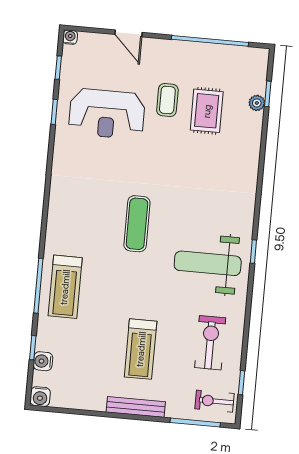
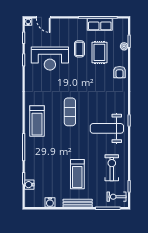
door: (129, 33) -> (43, 17), moved
row of seats: (212, 55) -> (100, 24), added
armchair: (243, 154) -> (120, 72), added
treadmill: (65, 287) -> (37, 121), moved
water cooler: (40, 397) -> (50, 202), moved

